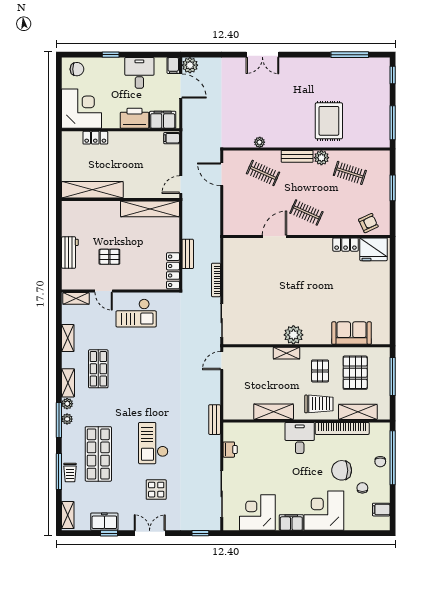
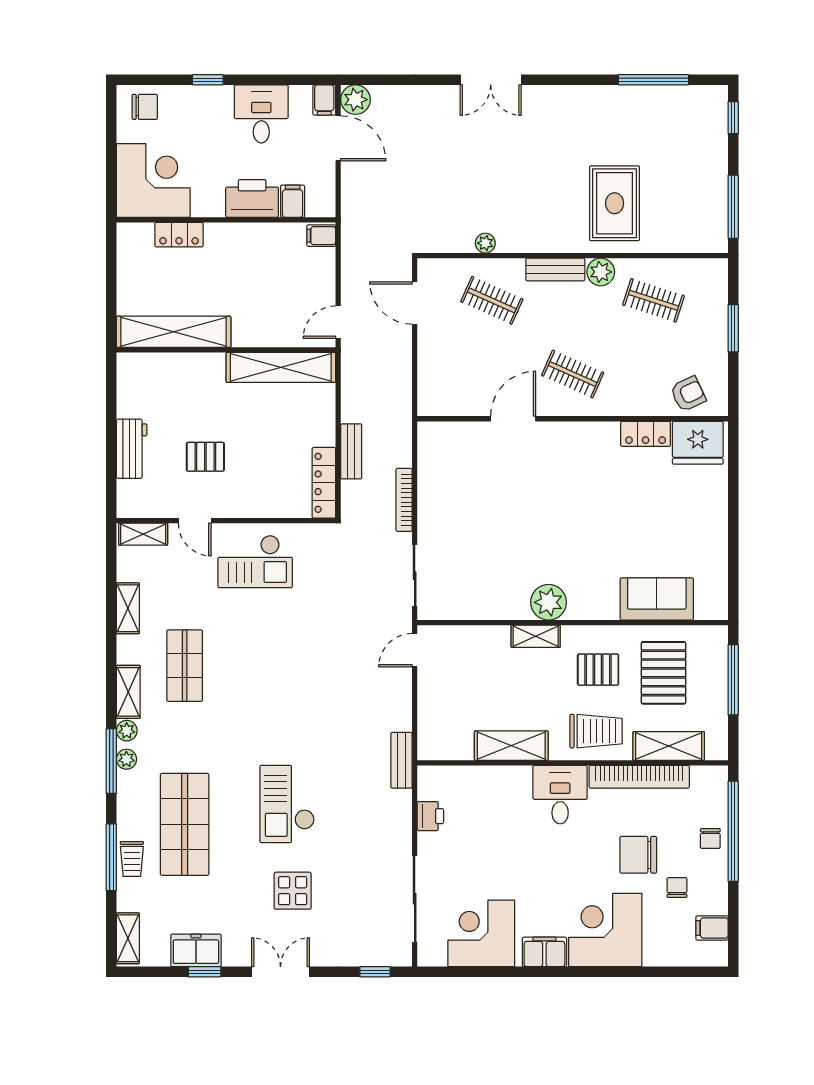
filing cabinet: (163, 120) -> (293, 201), width x0.50
pallet: (320, 371) -> (598, 670), turned 90

